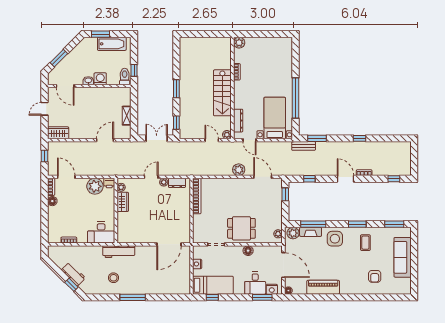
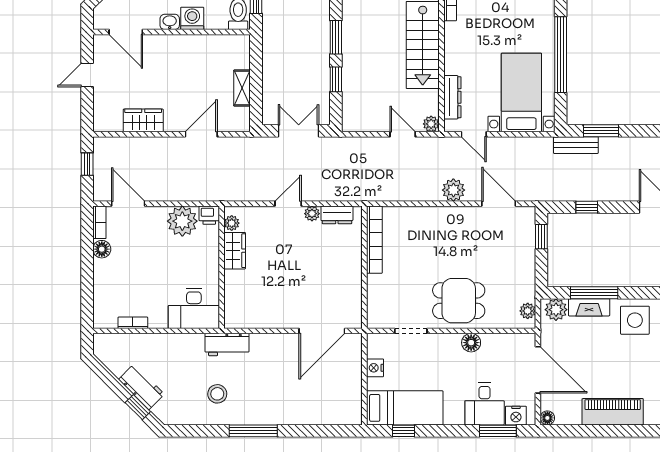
window: (176, 123) -> (336, 79), moved
wardrobe: (58, 133) -> (143, 120), moved
workbench: (119, 252) -> (227, 345), width x0.73

